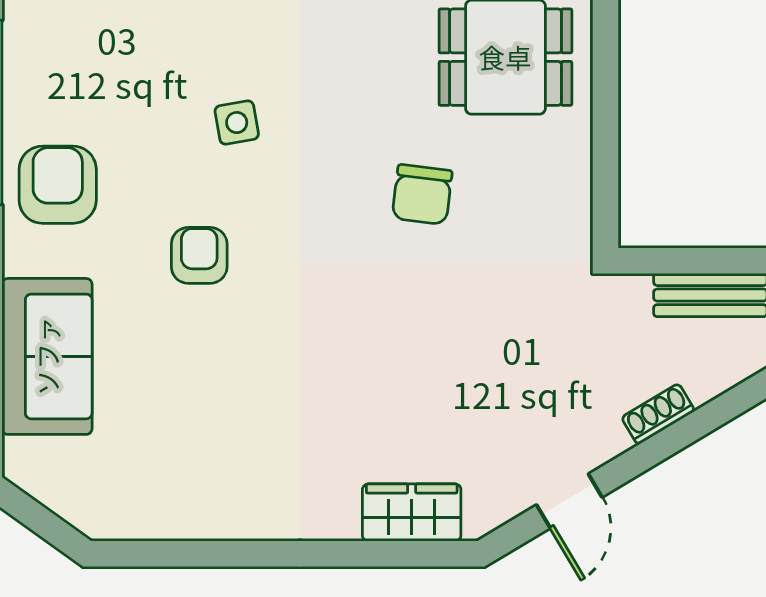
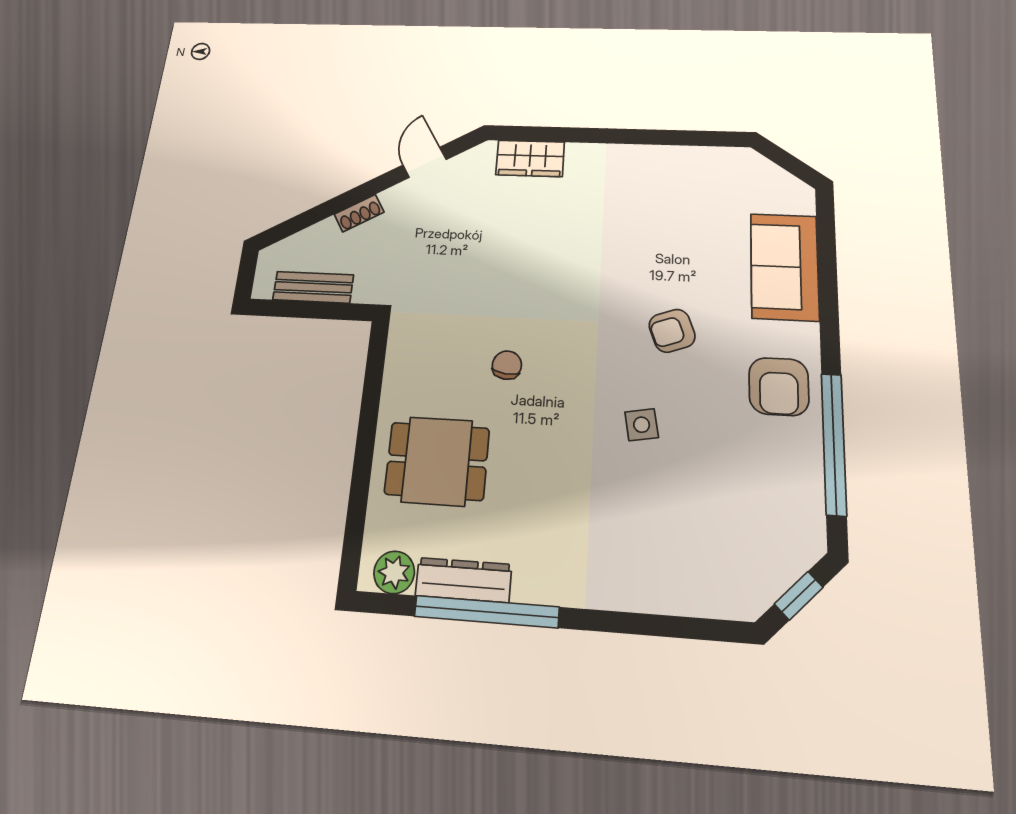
chair: (422, 195) -> (507, 365), width x0.73, depth x0.73
armchair: (199, 255) -> (672, 331), turned 70

